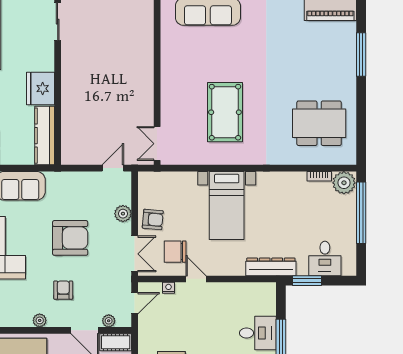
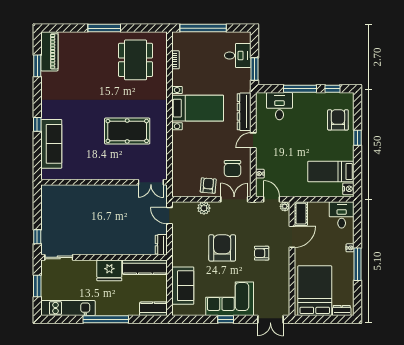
window: (361, 55) -> (104, 28), moved
dresser: (74, 157) -> (161, 245), added
plant: (344, 183) -> (181, 41), removed
bed with nightstands: (227, 206) -> (198, 108), moved
dresser: (271, 267) -> (244, 112), moved
door: (196, 279) -> (253, 140), moved
plant: (40, 320) -> (284, 271), removed
plant: (109, 321) -> (285, 206), moved
desk: (258, 333) -> (279, 106), moved

